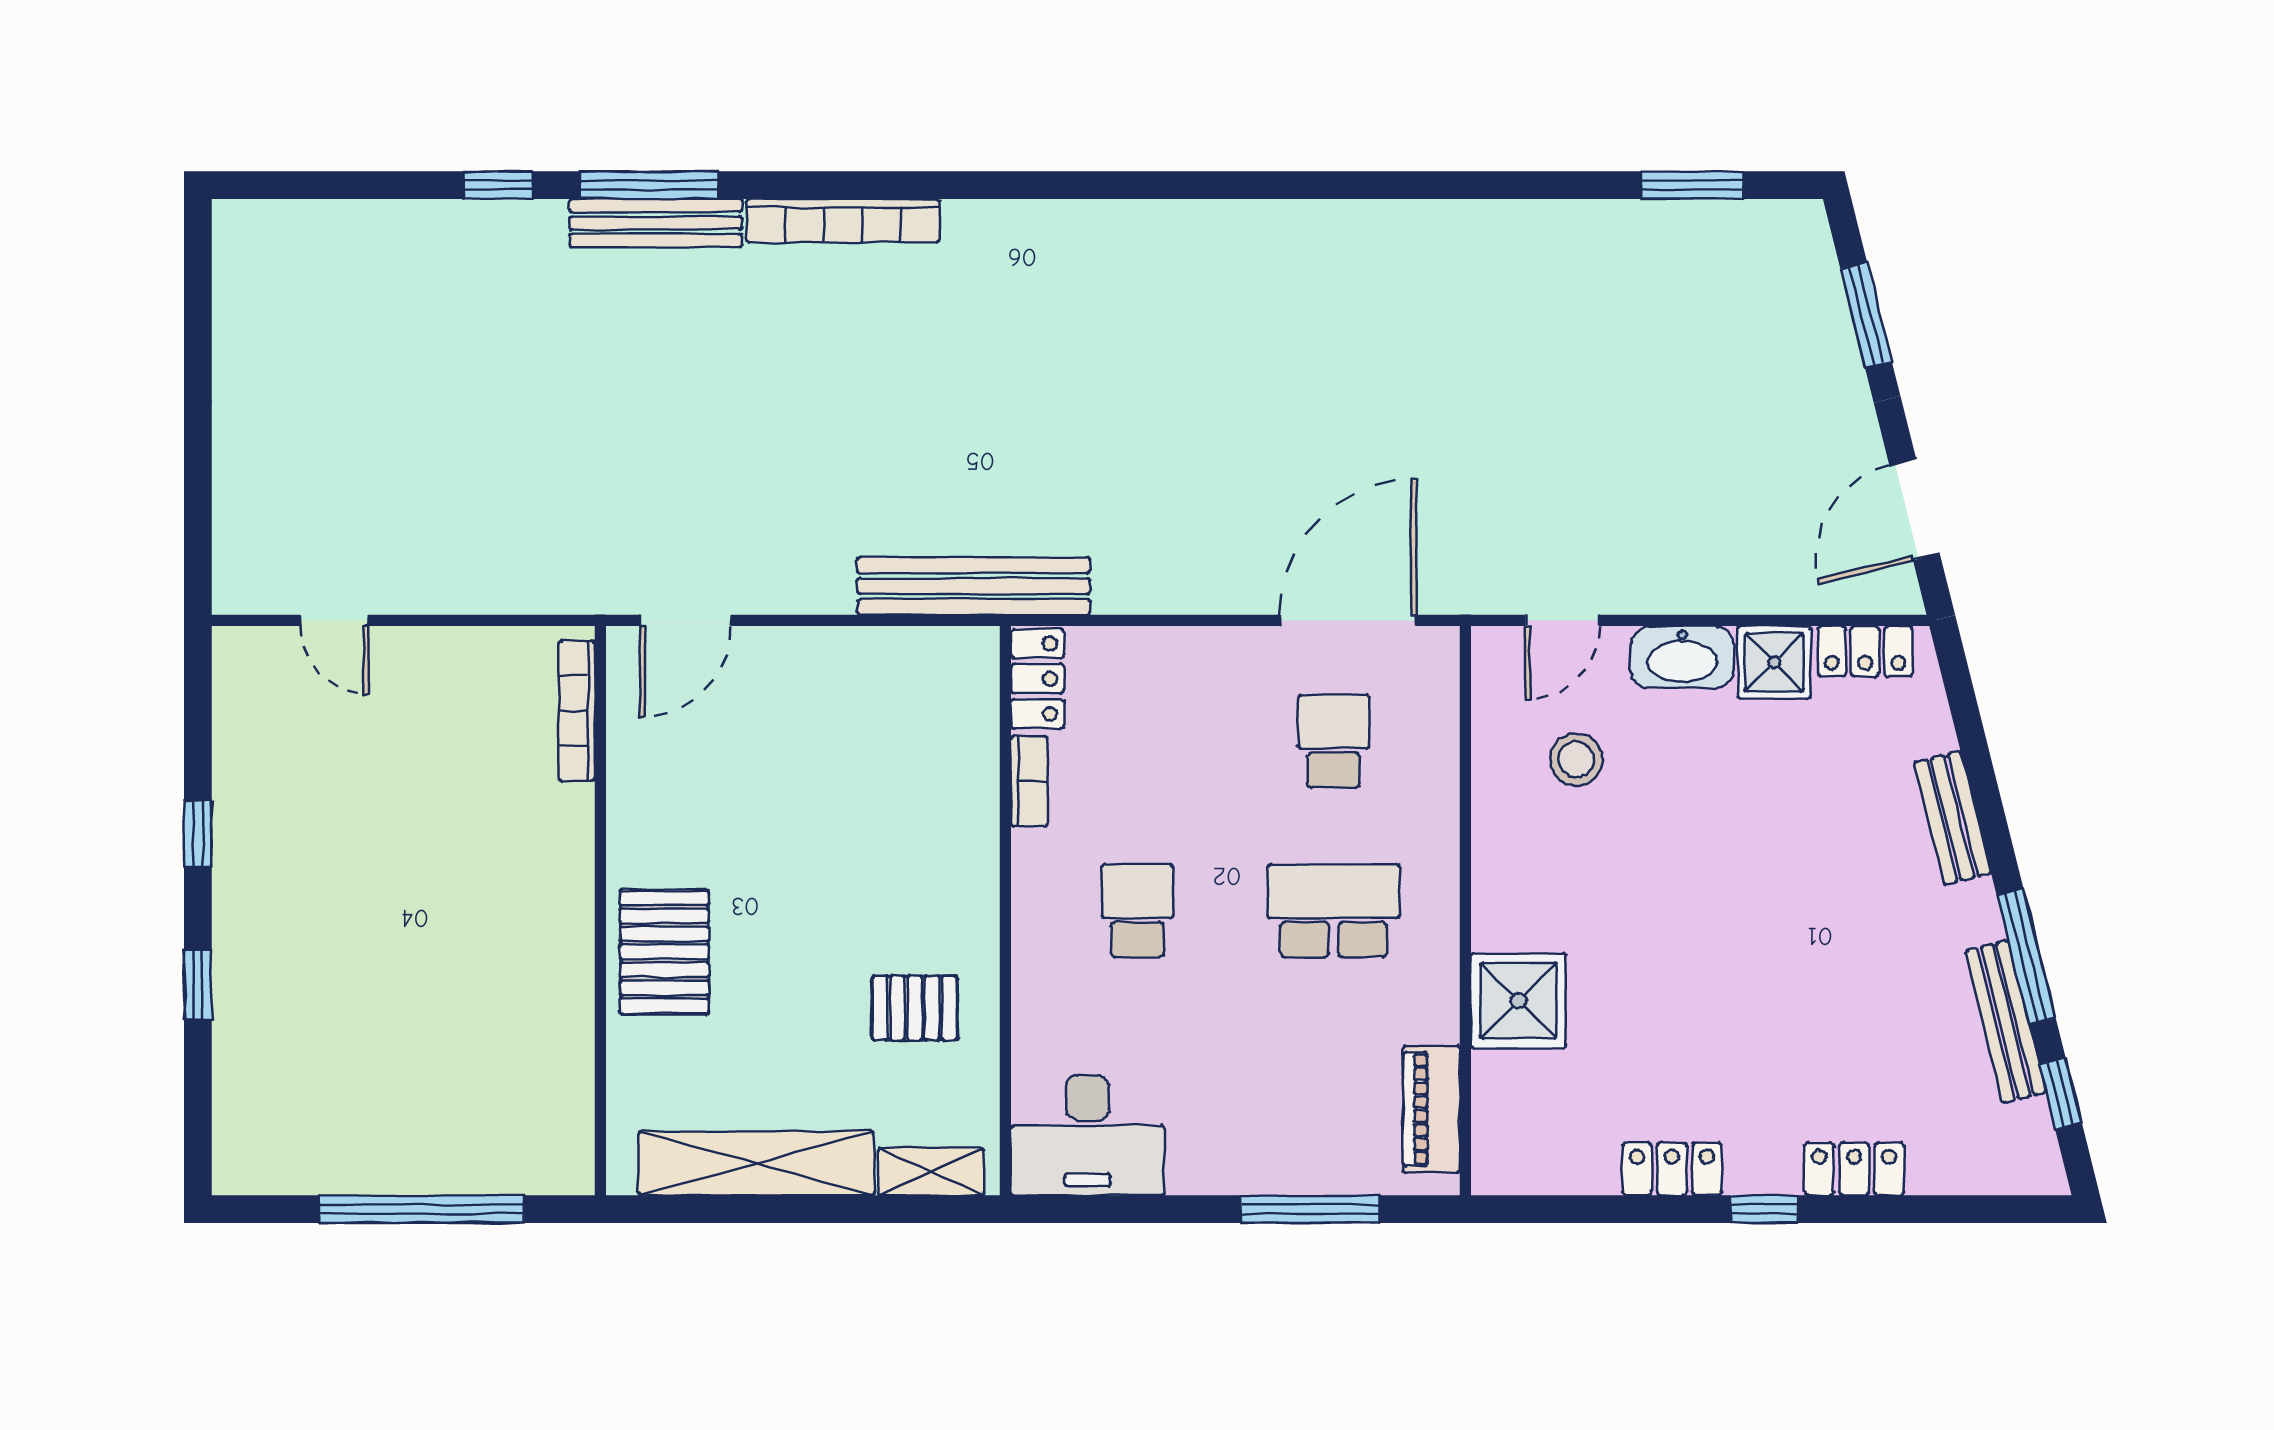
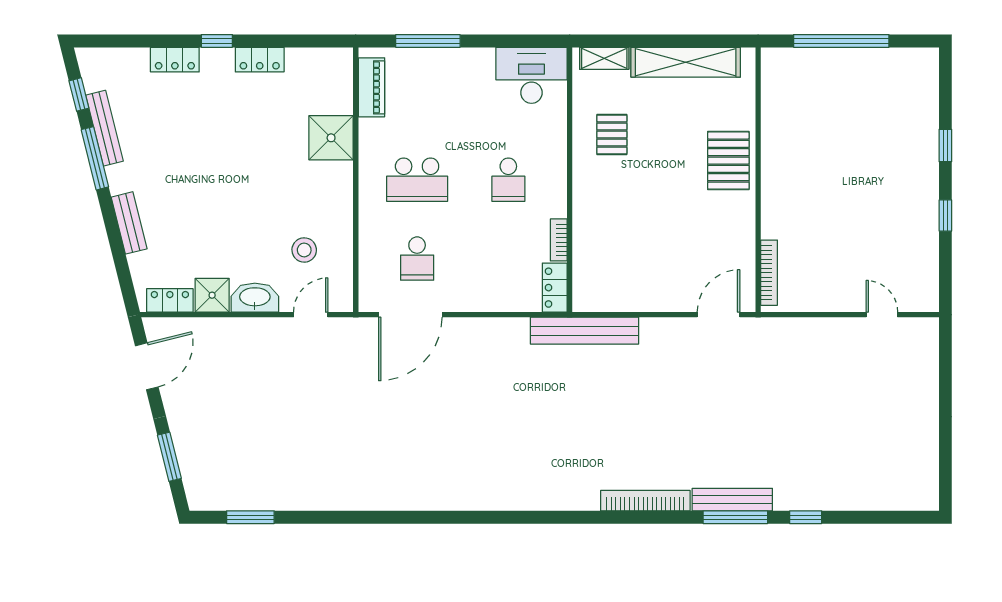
pallet: (915, 1008) -> (612, 134), turned 90

